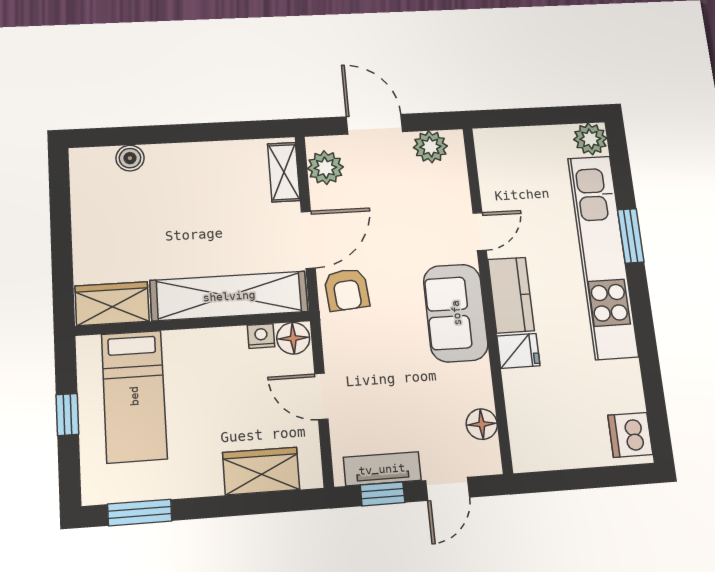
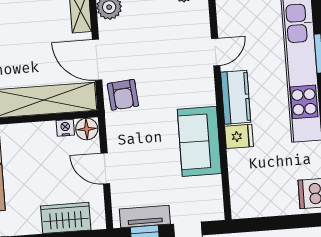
door: (308, 240) -> (97, 60), swing flipped
sofa: (456, 313) -> (199, 141), moved
floor lamp: (482, 424) -> (212, 187), removed

